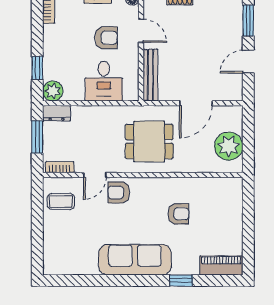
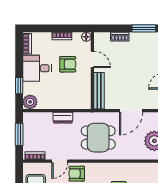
desk: (104, 81) -> (37, 68), moved, turned 90
dresser: (57, 113) -> (63, 118), moved

